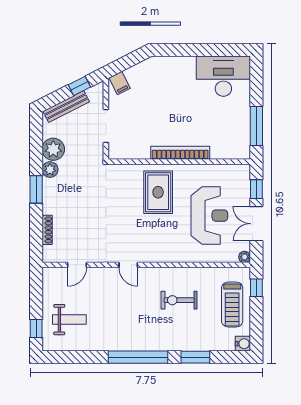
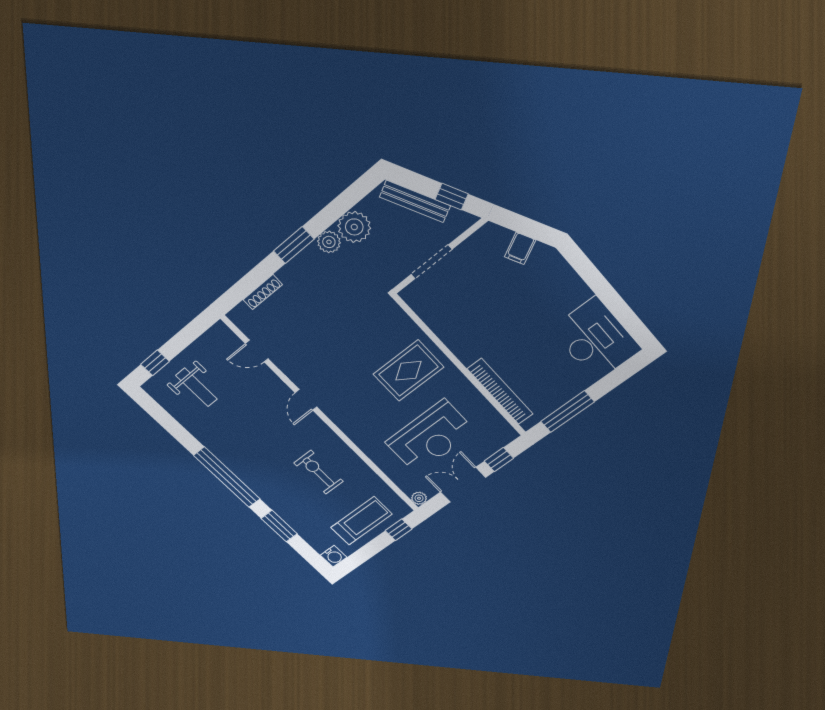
filing cabinet: (120, 83) -> (520, 248), moved
bookcase: (180, 153) -> (500, 391), moved
treadmill: (232, 304) -> (361, 521), turned 180

